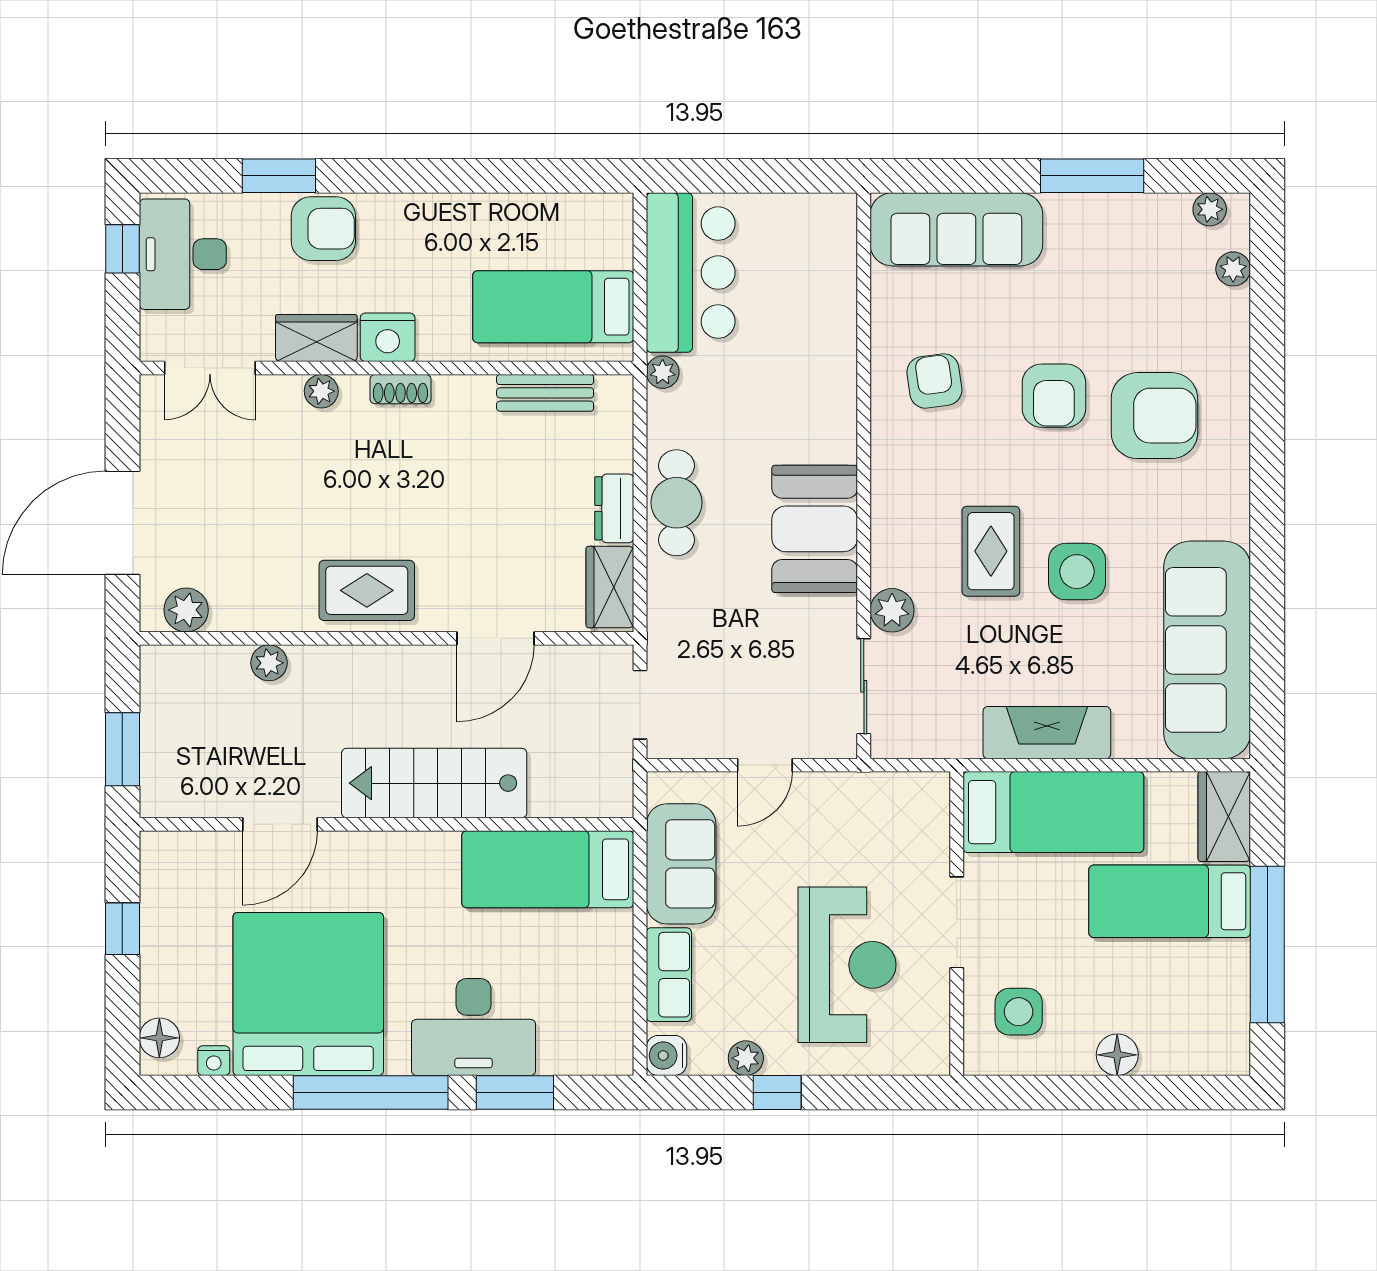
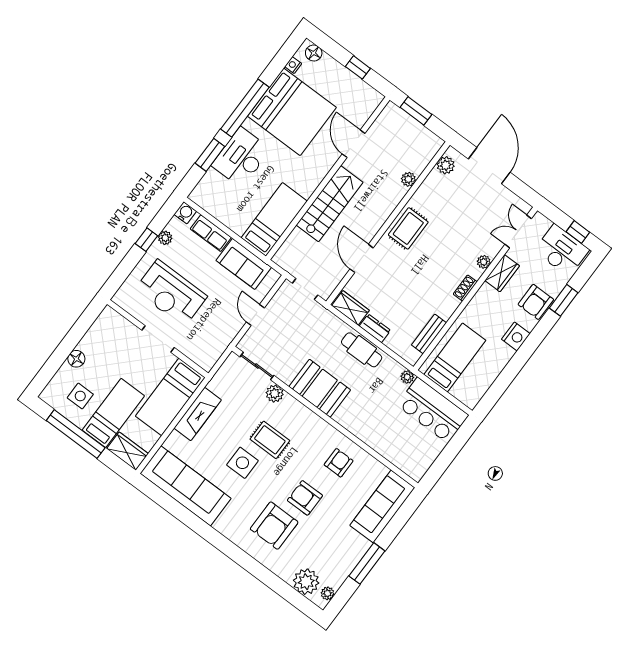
plant: (1233, 269) -> (306, 582), width x1.88, depth x1.88
nightstand: (388, 337) -> (516, 336), moved, turned 180
armchair: (934, 381) -> (339, 463), turned -82
side table: (1019, 1012) -> (80, 396), moved

